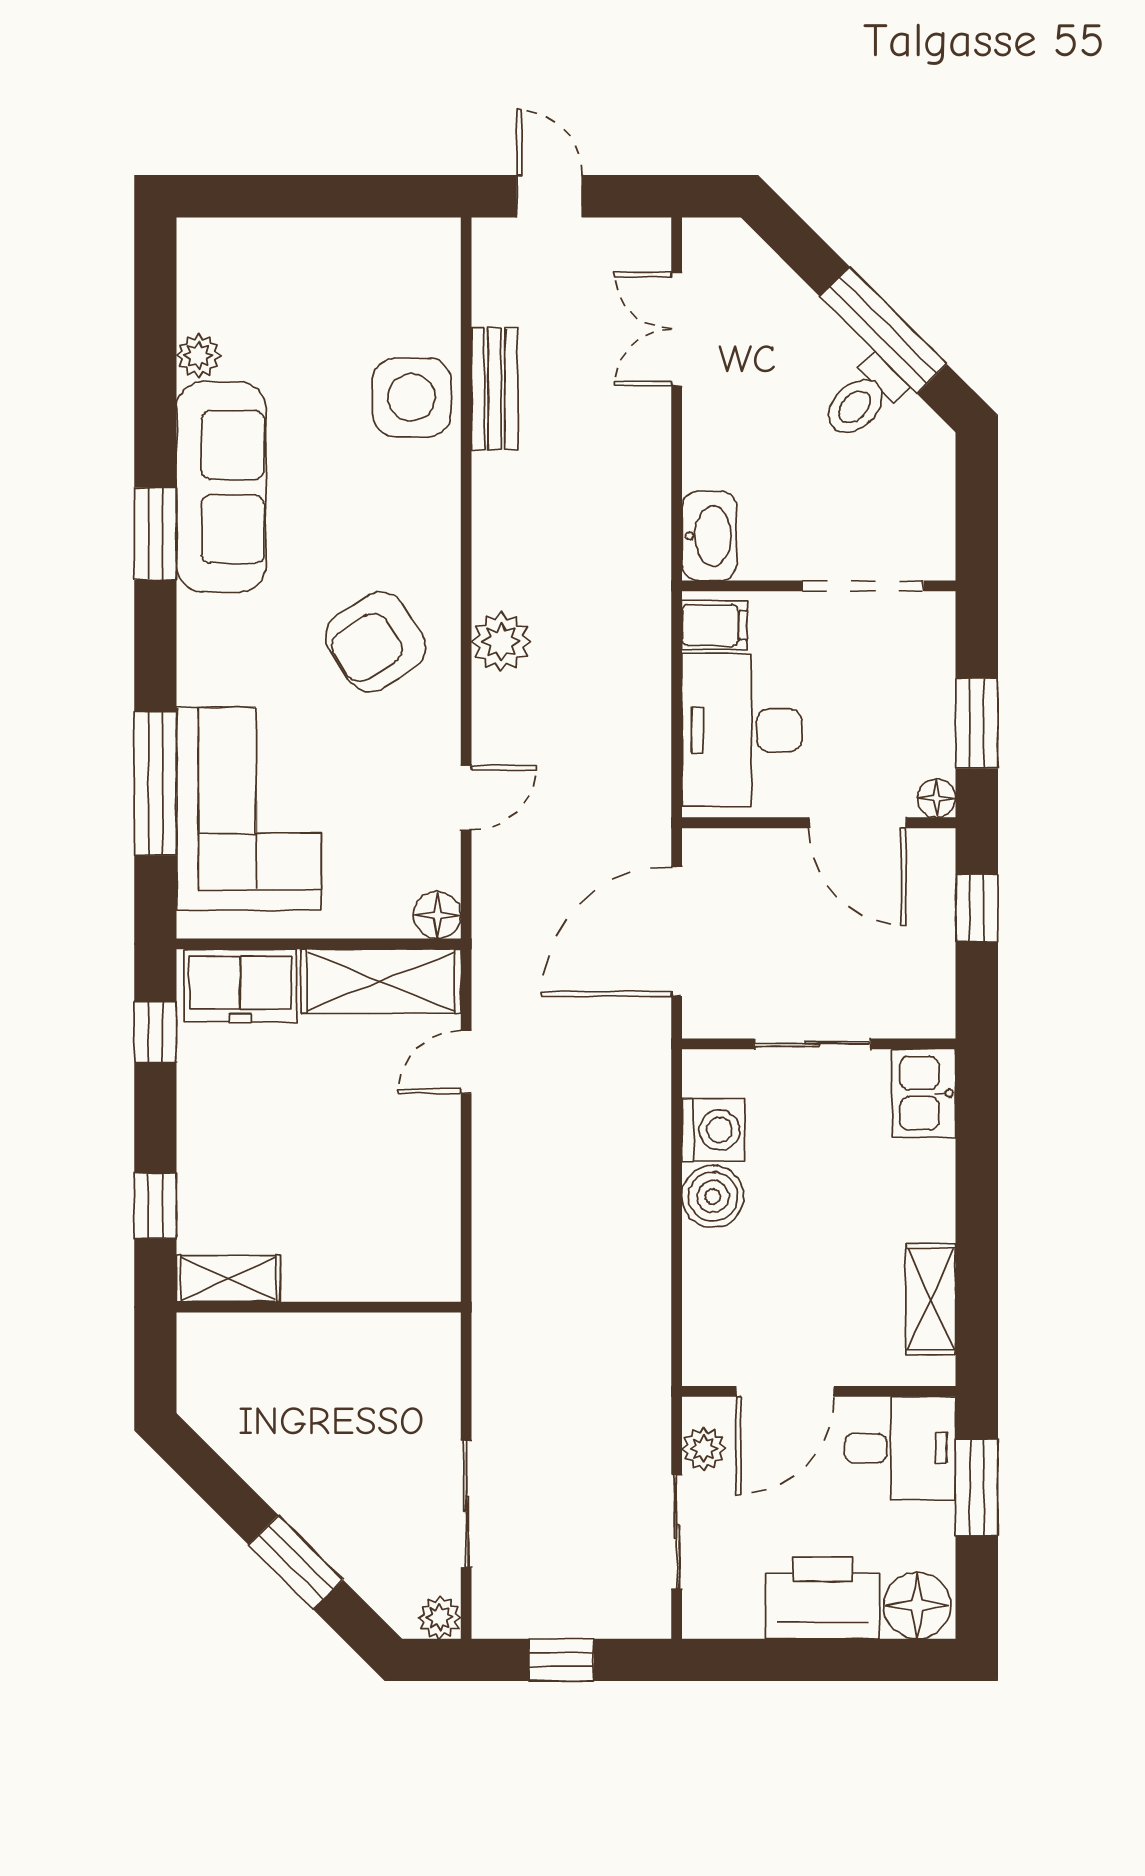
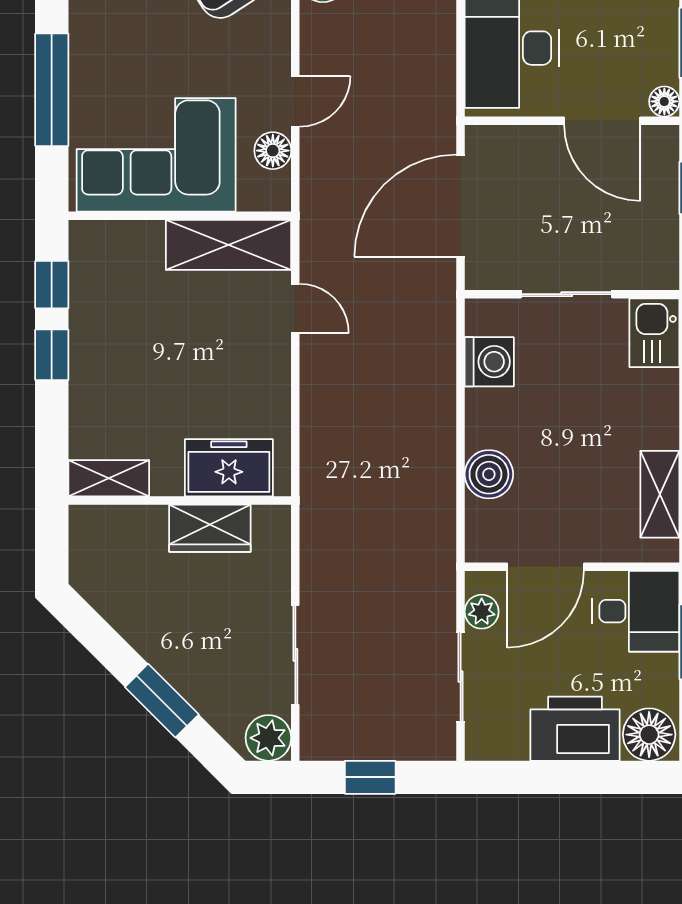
corner sofa: (249, 809) -> (156, 155), moved, turned -90
floor lamp: (437, 915) -> (273, 151), moved
freezer: (240, 986) -> (229, 468), moved, turned 180
door: (466, 1062) -> (295, 308), swing flipped
boiler: (713, 1196) -> (489, 474), moved
window: (155, 1206) -> (52, 355), moved
wardrobe: (357, 1342) -> (210, 528), added
plant: (440, 1618) -> (268, 738), width x1.38, depth x1.38

